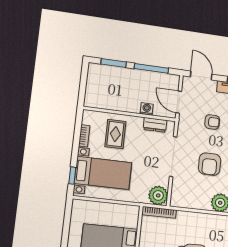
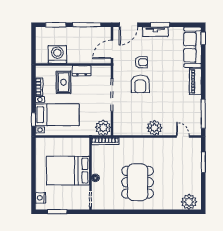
door: (201, 76) -> (128, 25), swing flipped
door: (179, 102) -> (112, 49), hinge flipped
washing machine: (147, 109) -> (57, 54), moved, width x1.89, depth x1.89
dresser: (155, 125) -> (82, 71), moved
armchair: (210, 164) -> (140, 84), moved

